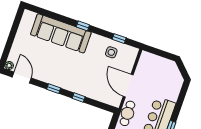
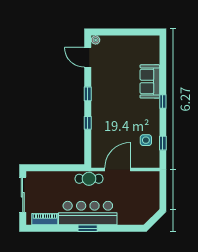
sofa: (61, 33) -> (150, 81), width x0.54, depth x0.79
door: (22, 78) -> (88, 57), swing flipped

